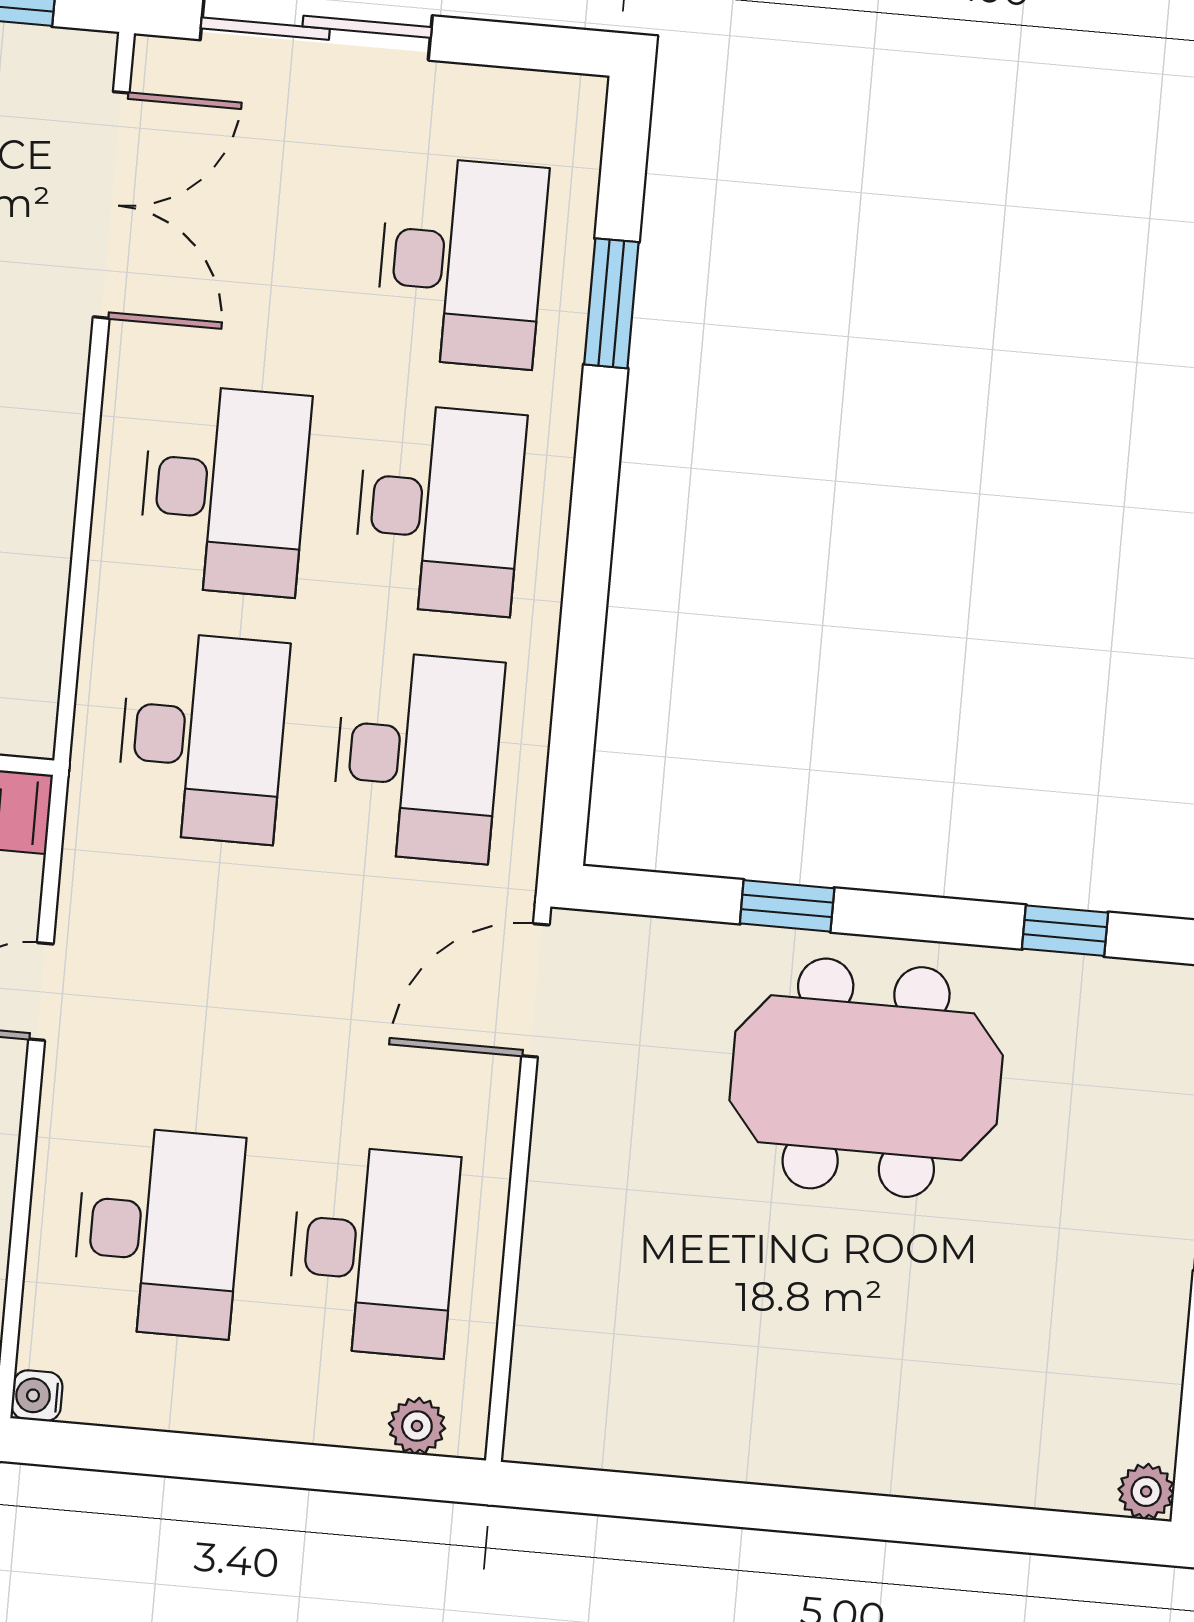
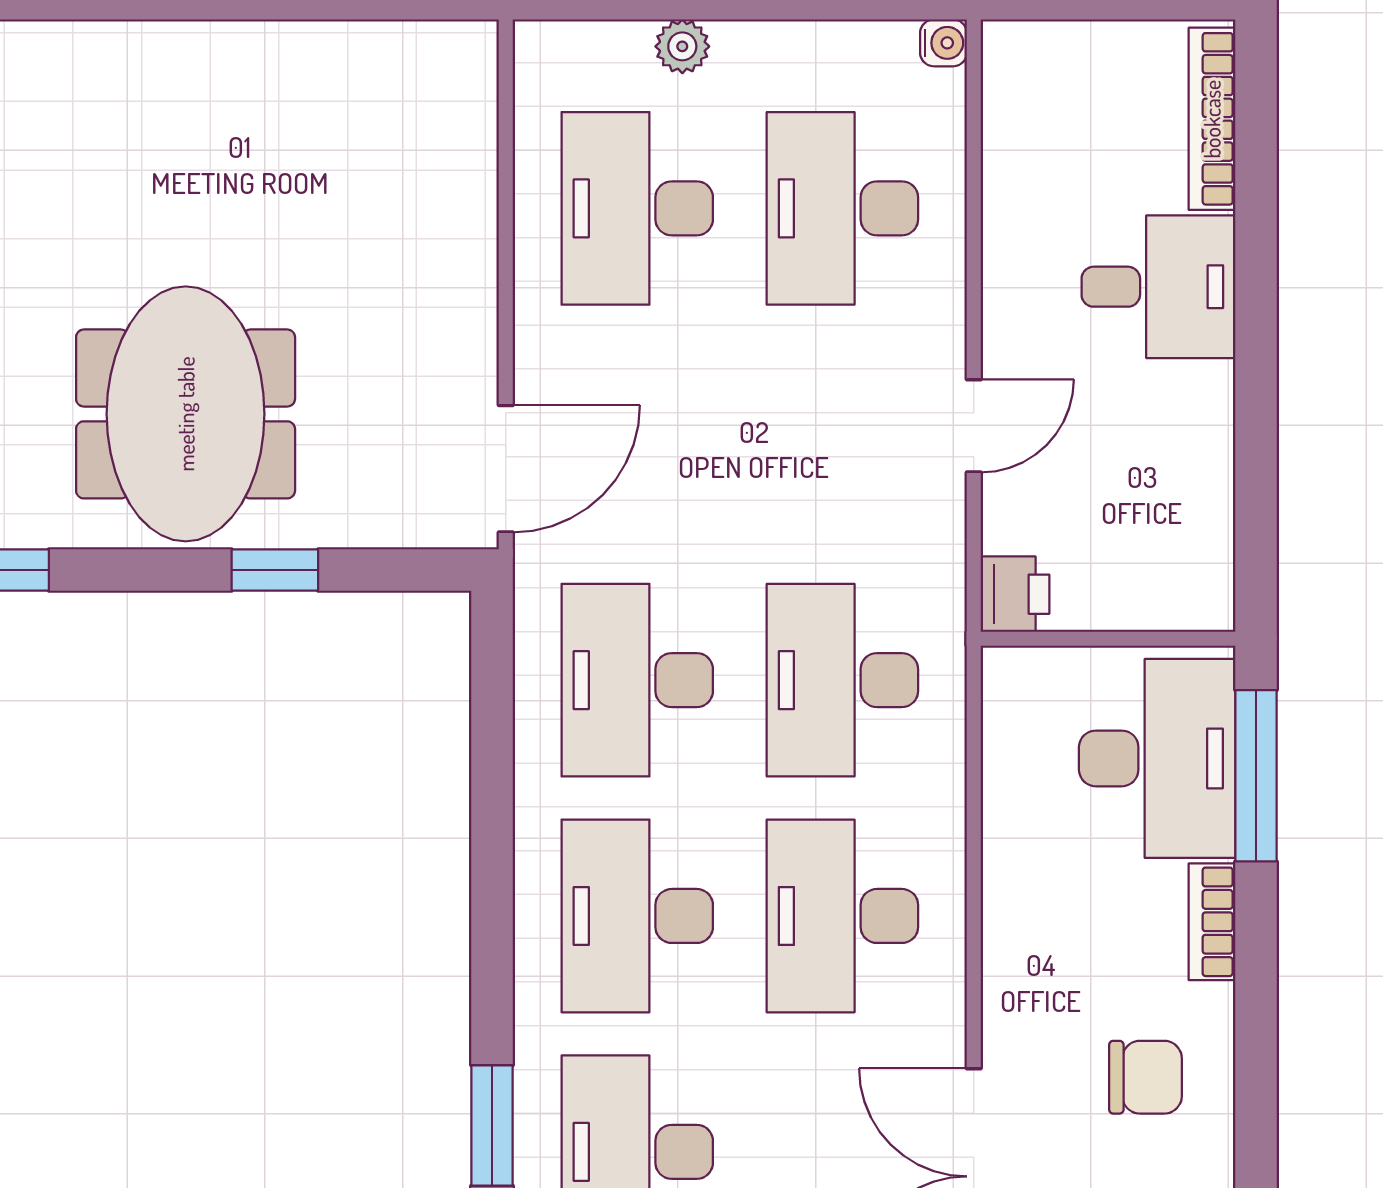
meeting table: (866, 1078) -> (186, 414), turned 90
plant: (417, 1426) -> (682, 46), moved

